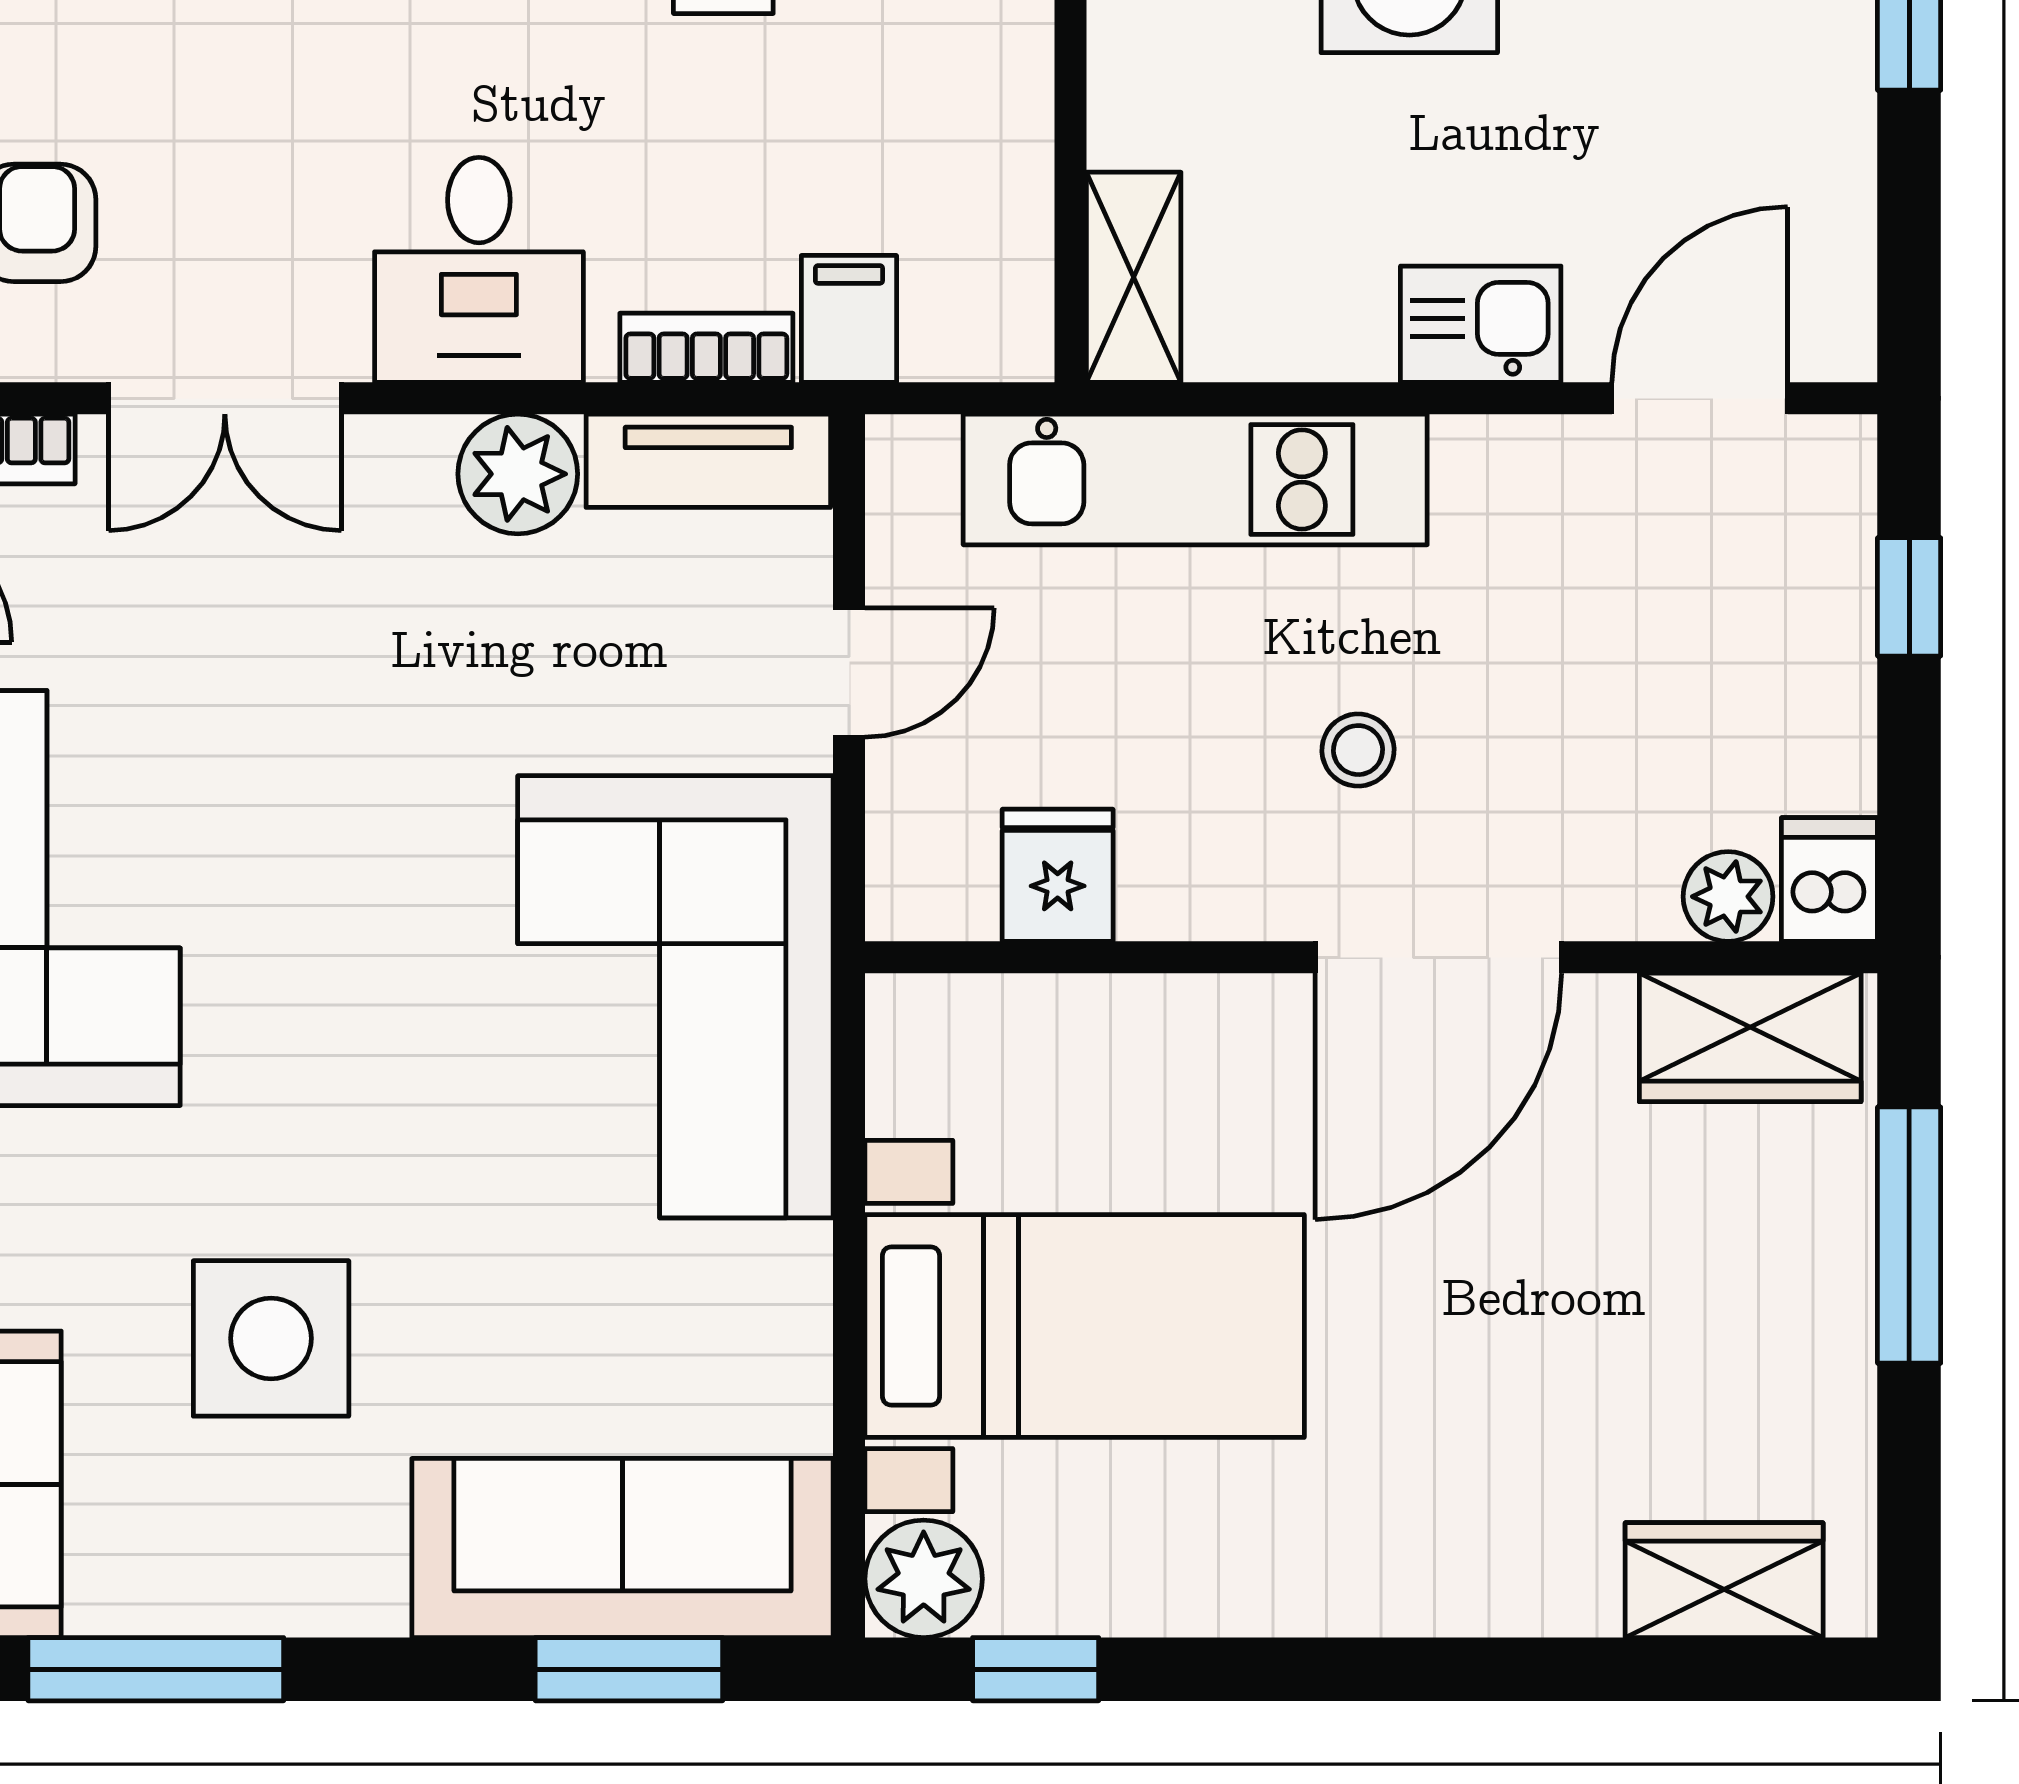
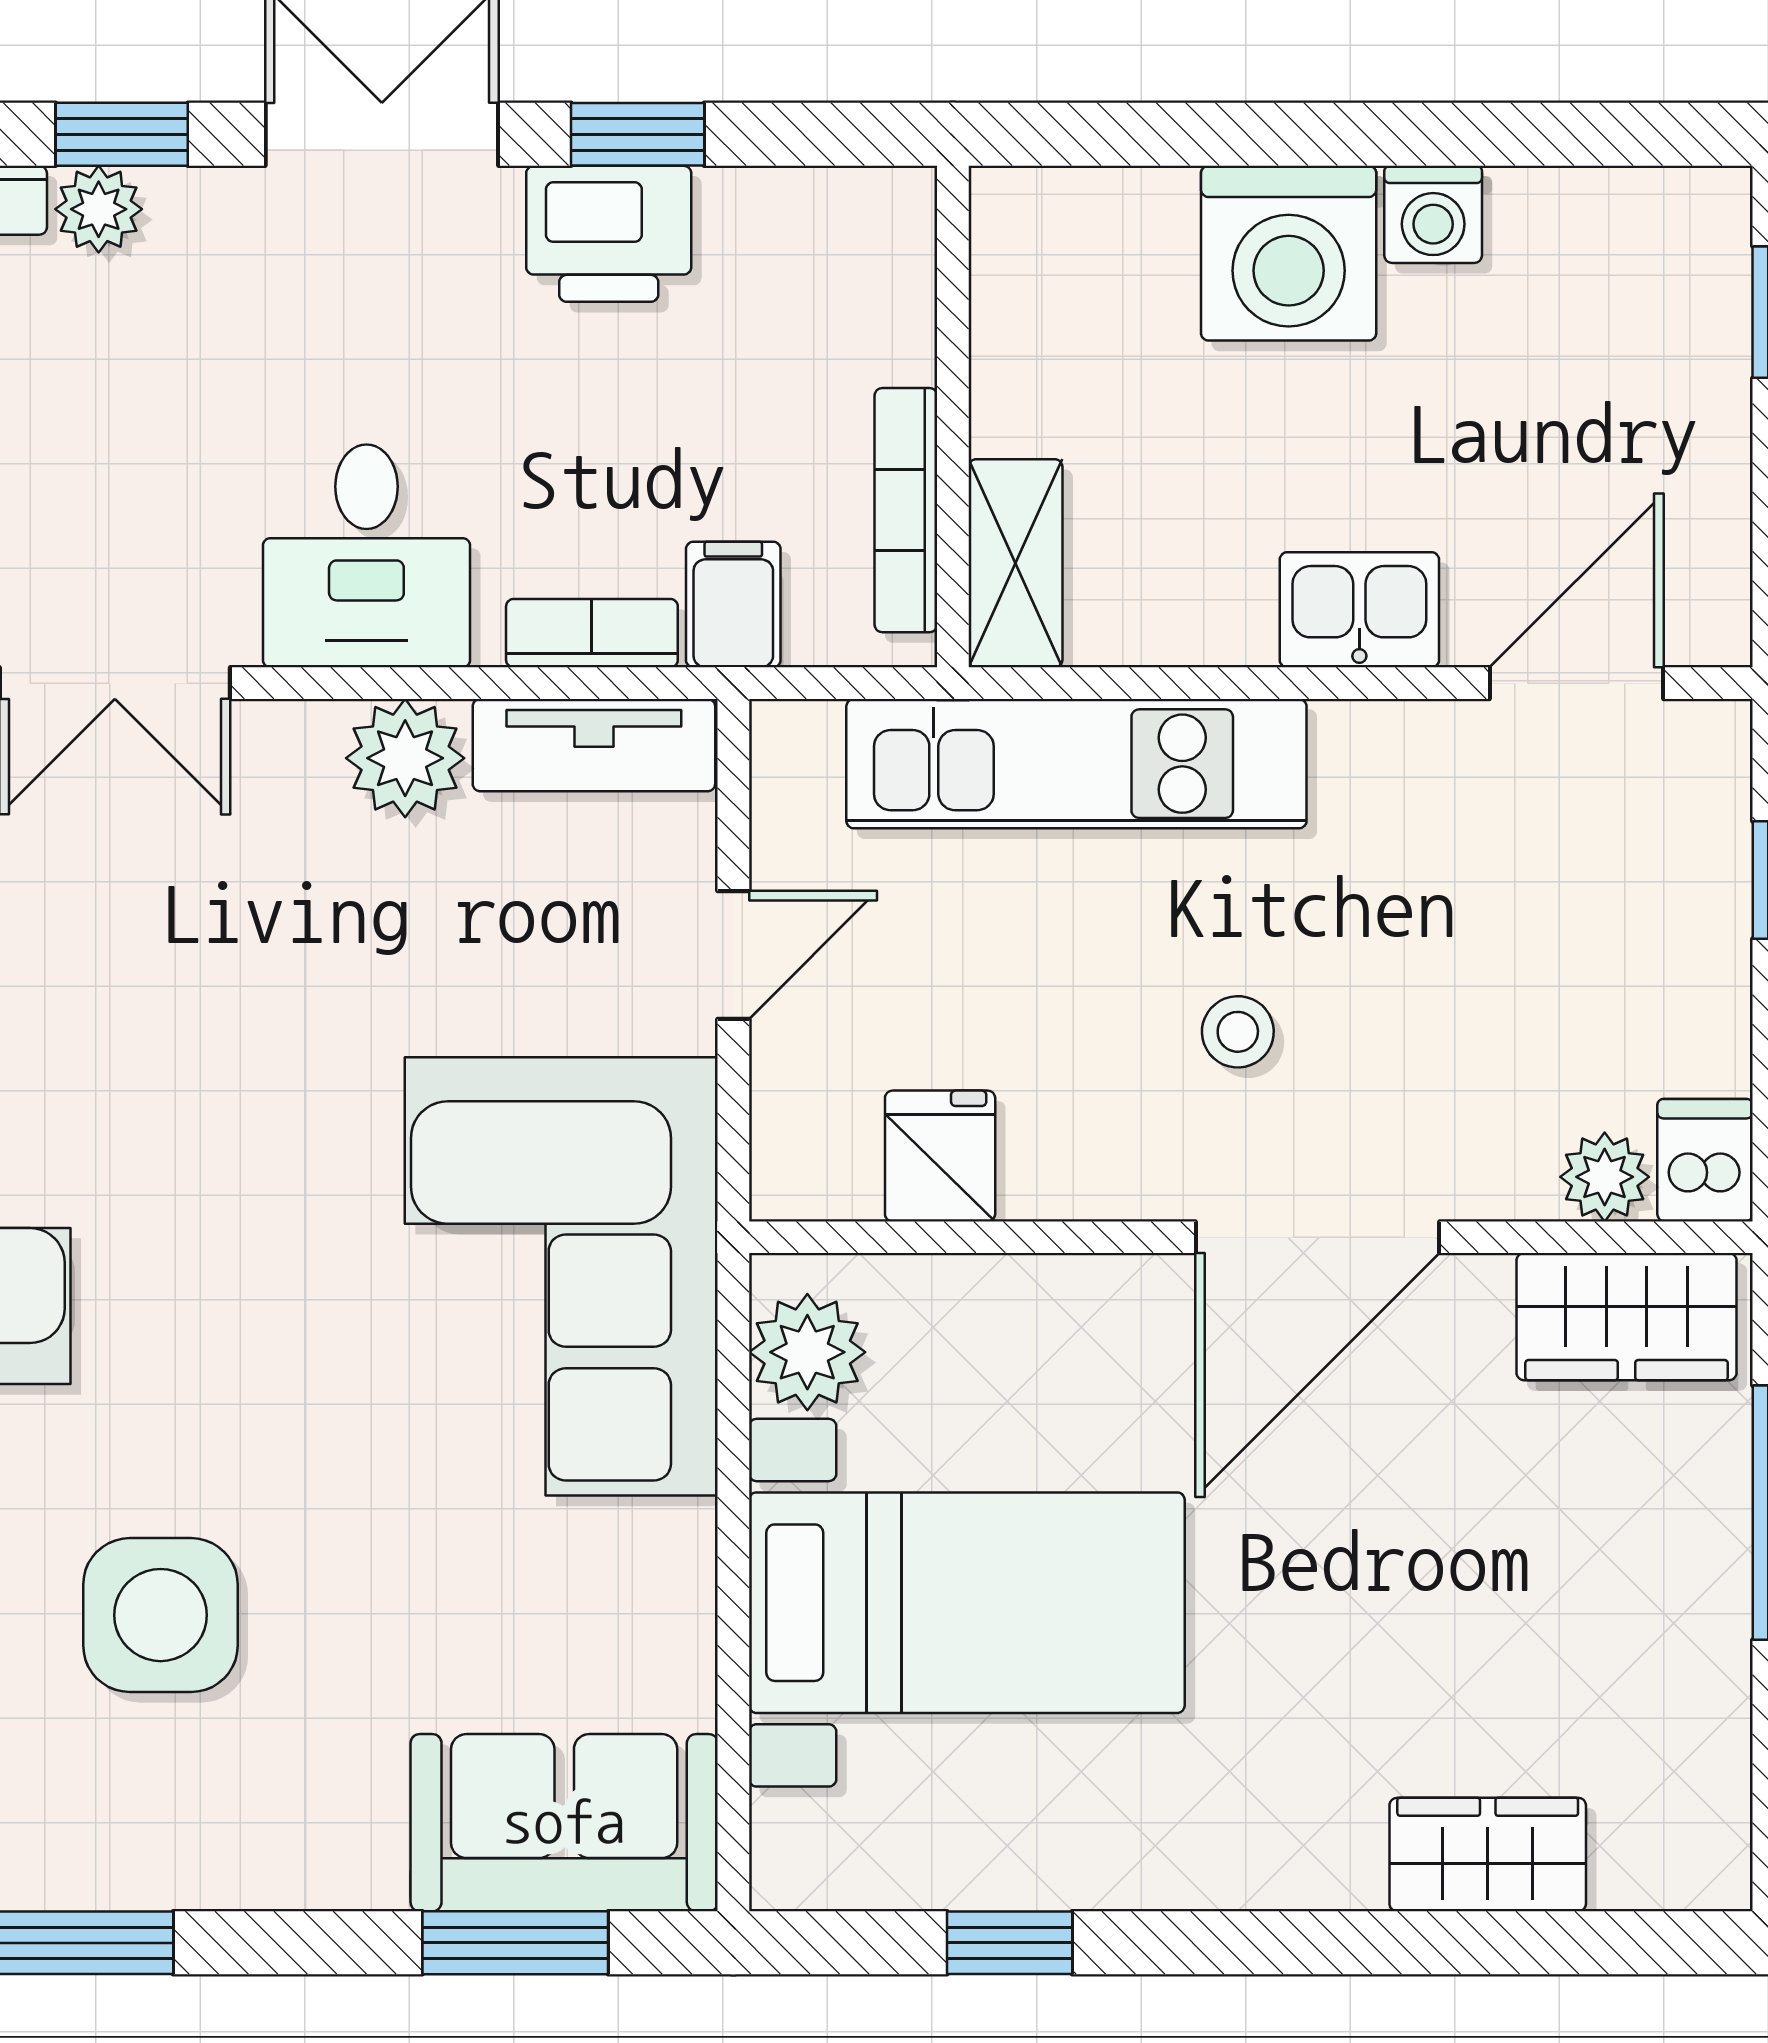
bookcase: (1023, 224) -> (906, 510), added
sofa: (623, 1548) -> (564, 1823), width x0.73
plant: (924, 1579) -> (807, 1352), moved
wardrobe: (1724, 1580) -> (1488, 1855), moved
window: (1036, 1669) -> (1010, 1943), moved

